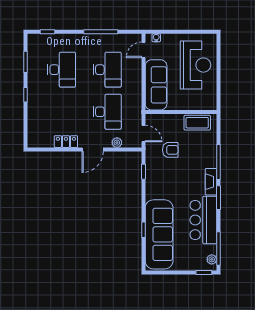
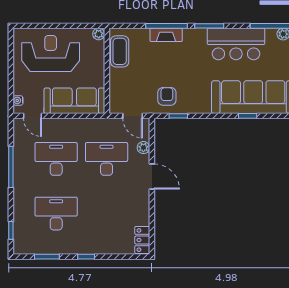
plant: (212, 105) -> (99, 34), added
door: (143, 134) -> (133, 116), swing flipped
locker: (66, 142) -> (142, 240), moved
armchair: (170, 150) -> (167, 96), moved
fireplace: (211, 182) -> (166, 35), moved

